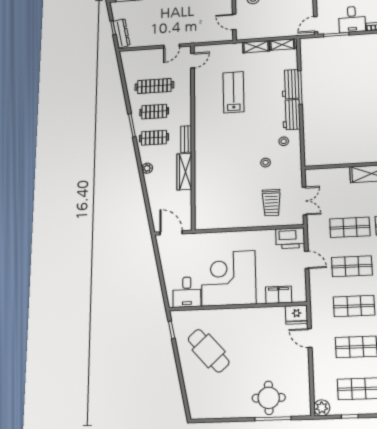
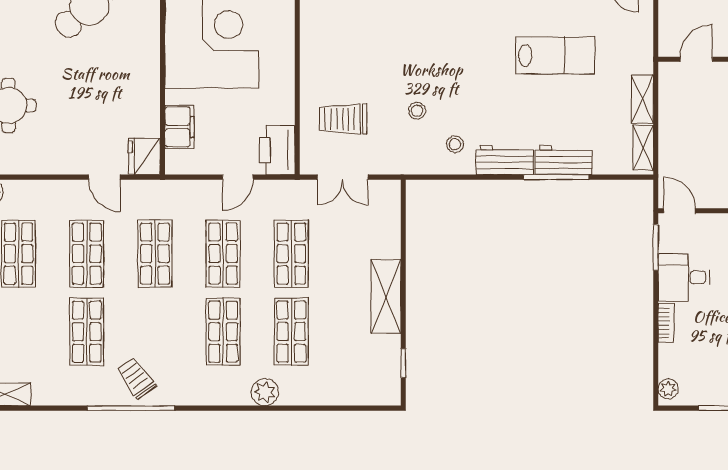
door: (310, 338) -> (104, 177), swing flipped

